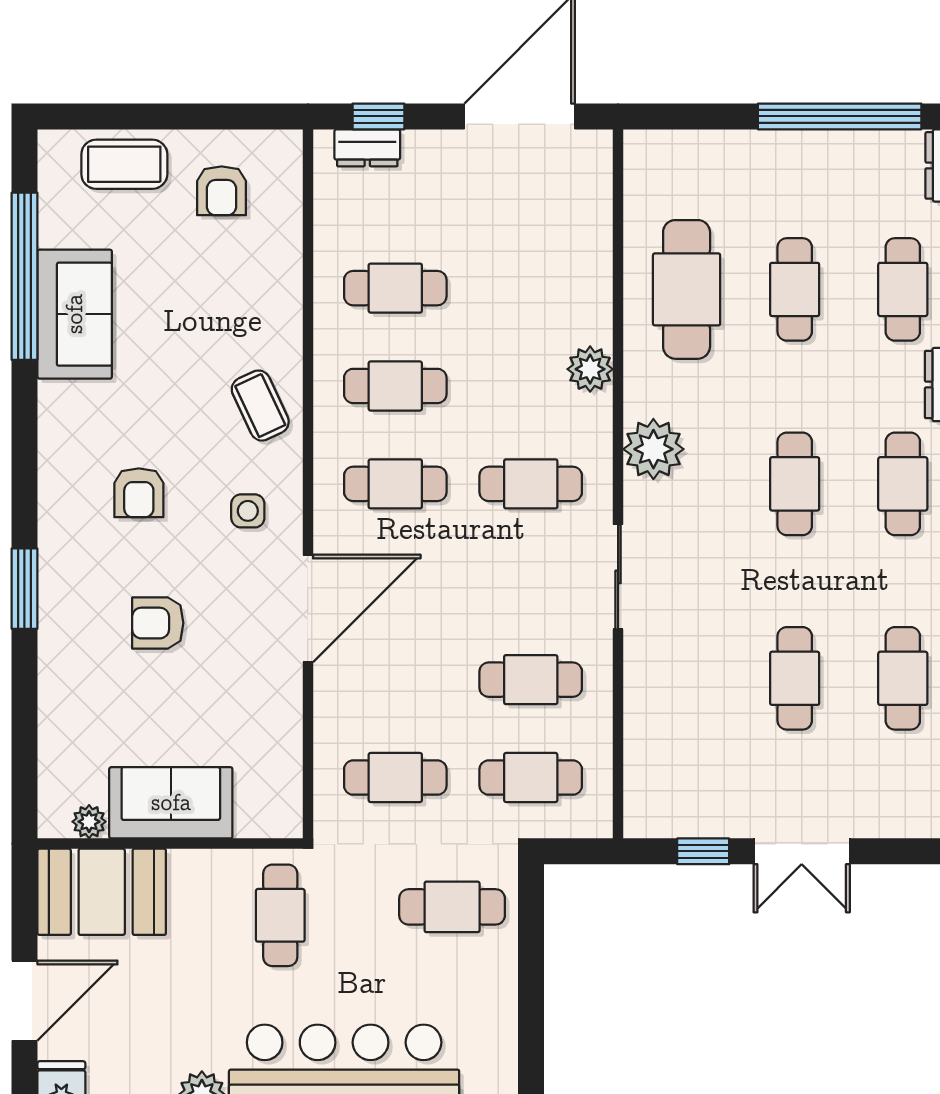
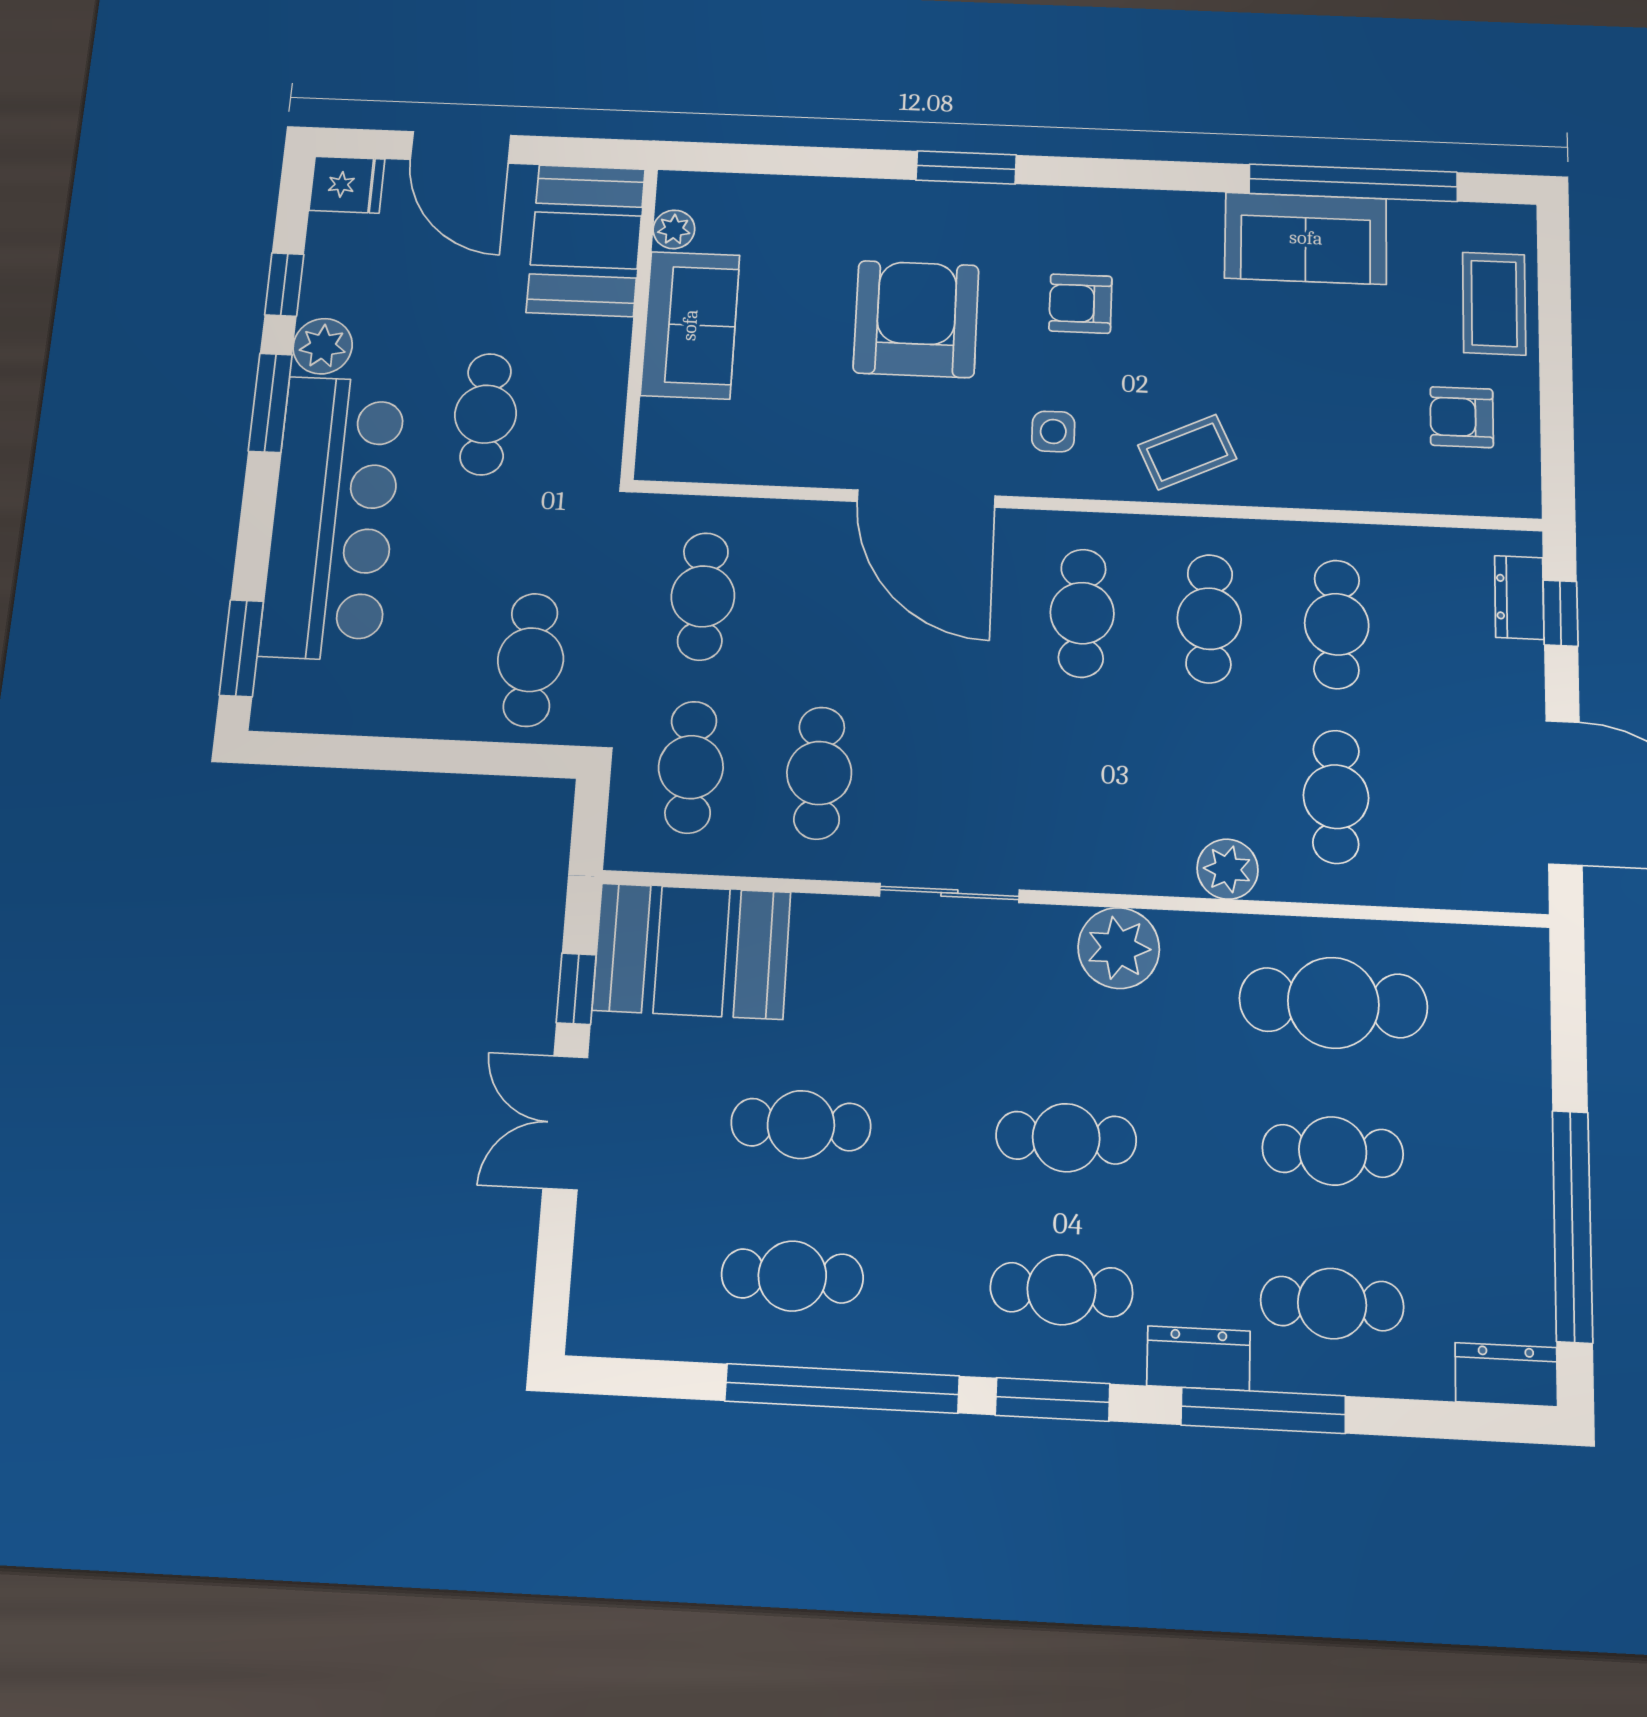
cafe table: (531, 484) -> (1336, 797), moved
armchair: (158, 623) -> (916, 319), width x1.88, depth x1.88
booth: (671, 767) -> (692, 951), added
cafe table: (280, 915) -> (486, 414), moved, turned 90

